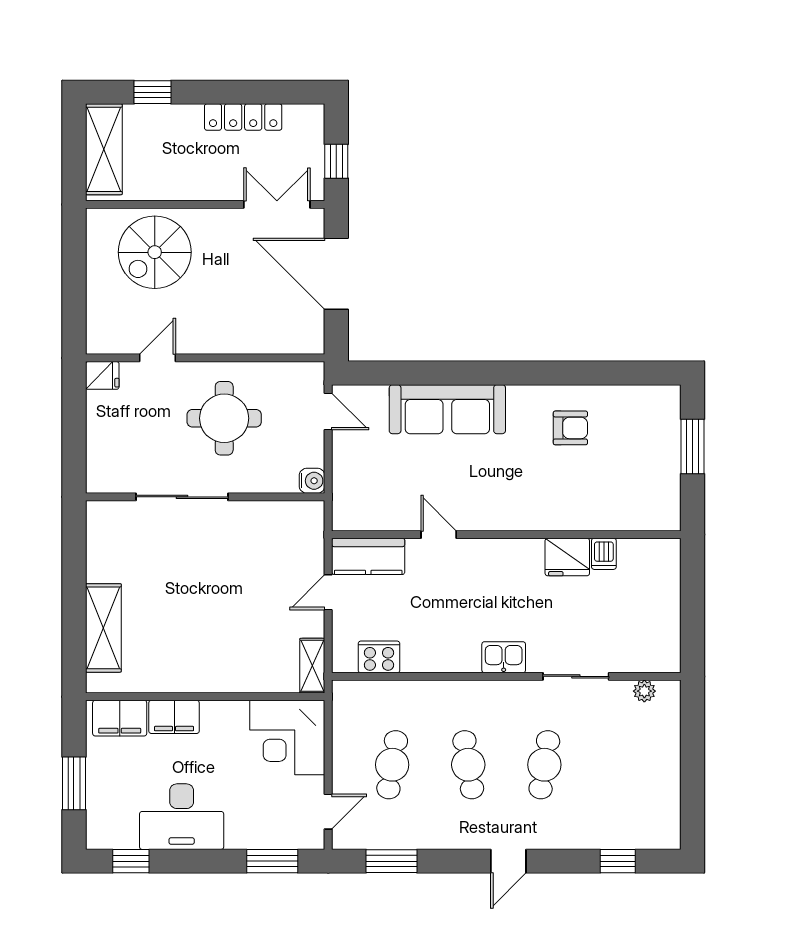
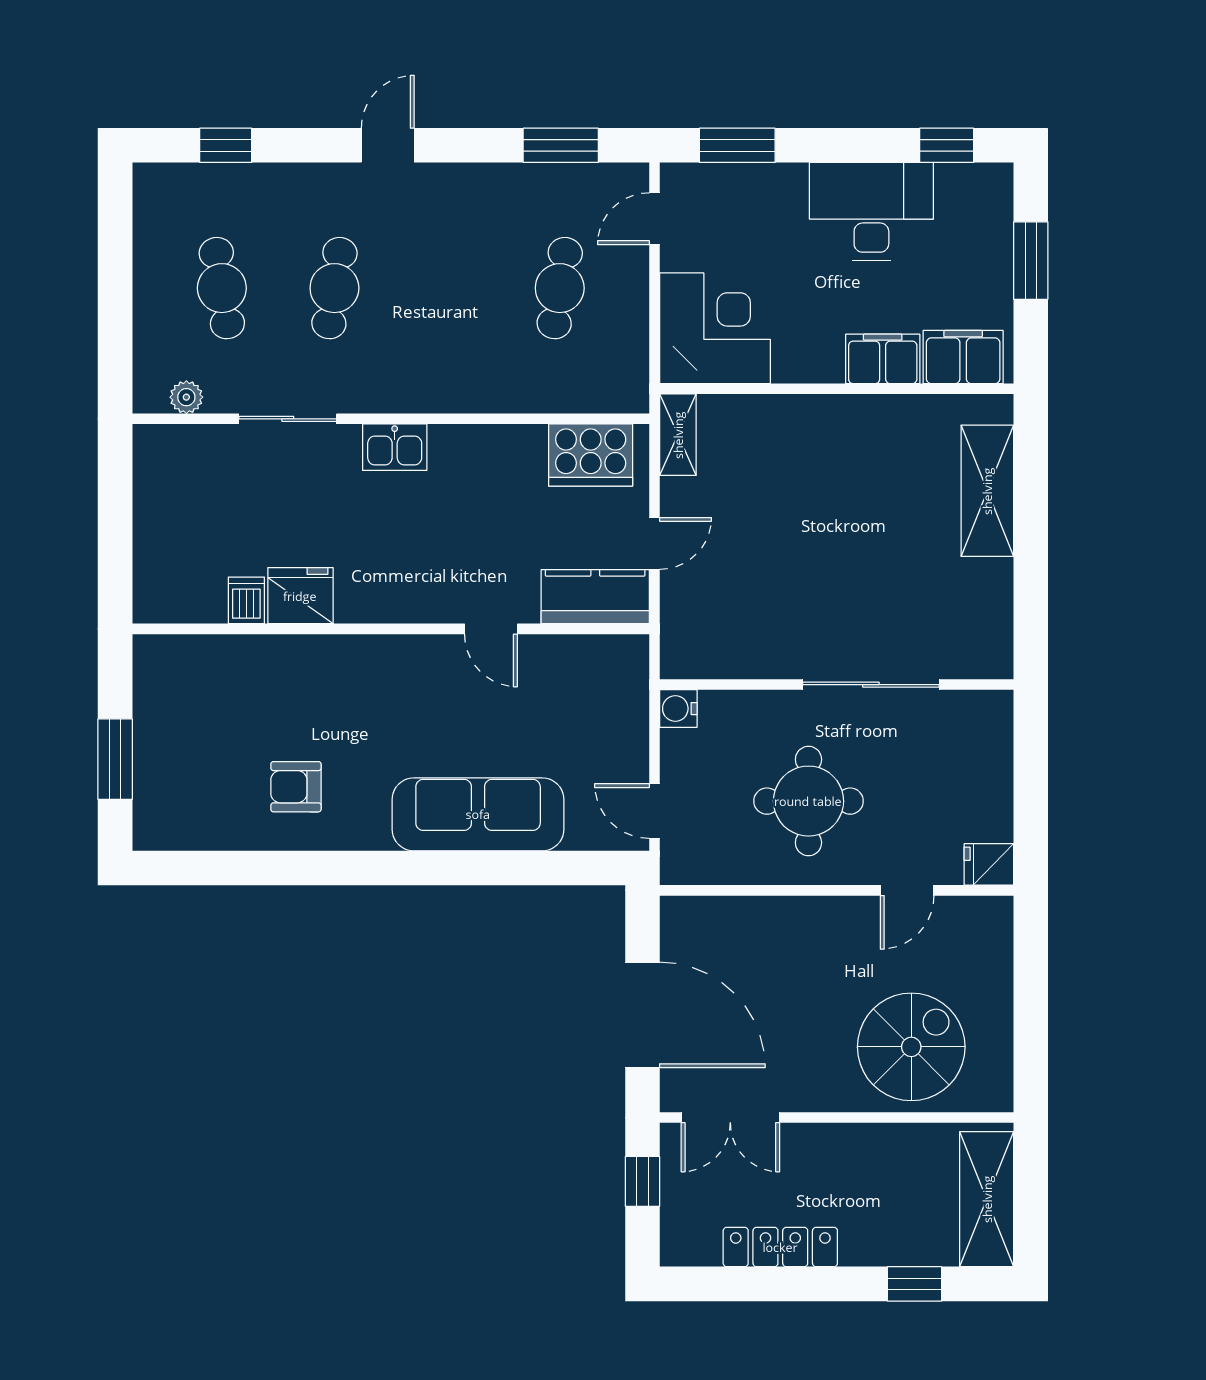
cooker: (379, 657) -> (591, 455), width x1.37, depth x1.31
cafe table: (468, 765) -> (222, 288), moved

